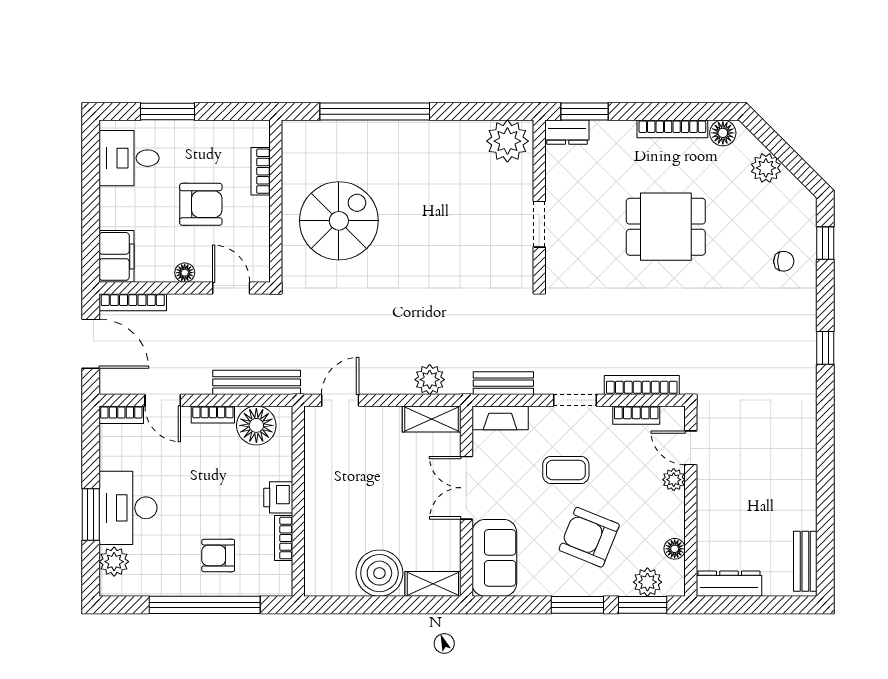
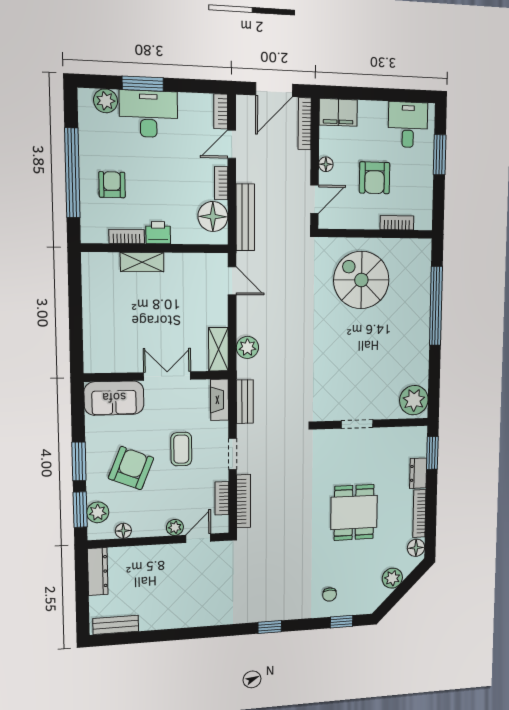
dresser: (567, 132) -> (418, 473), moved
spiral stairs: (339, 221) -> (361, 280), turned 180
boiler: (379, 573) -> (101, 311), removed
shelving: (433, 584) -> (142, 262), moved, turned 90

